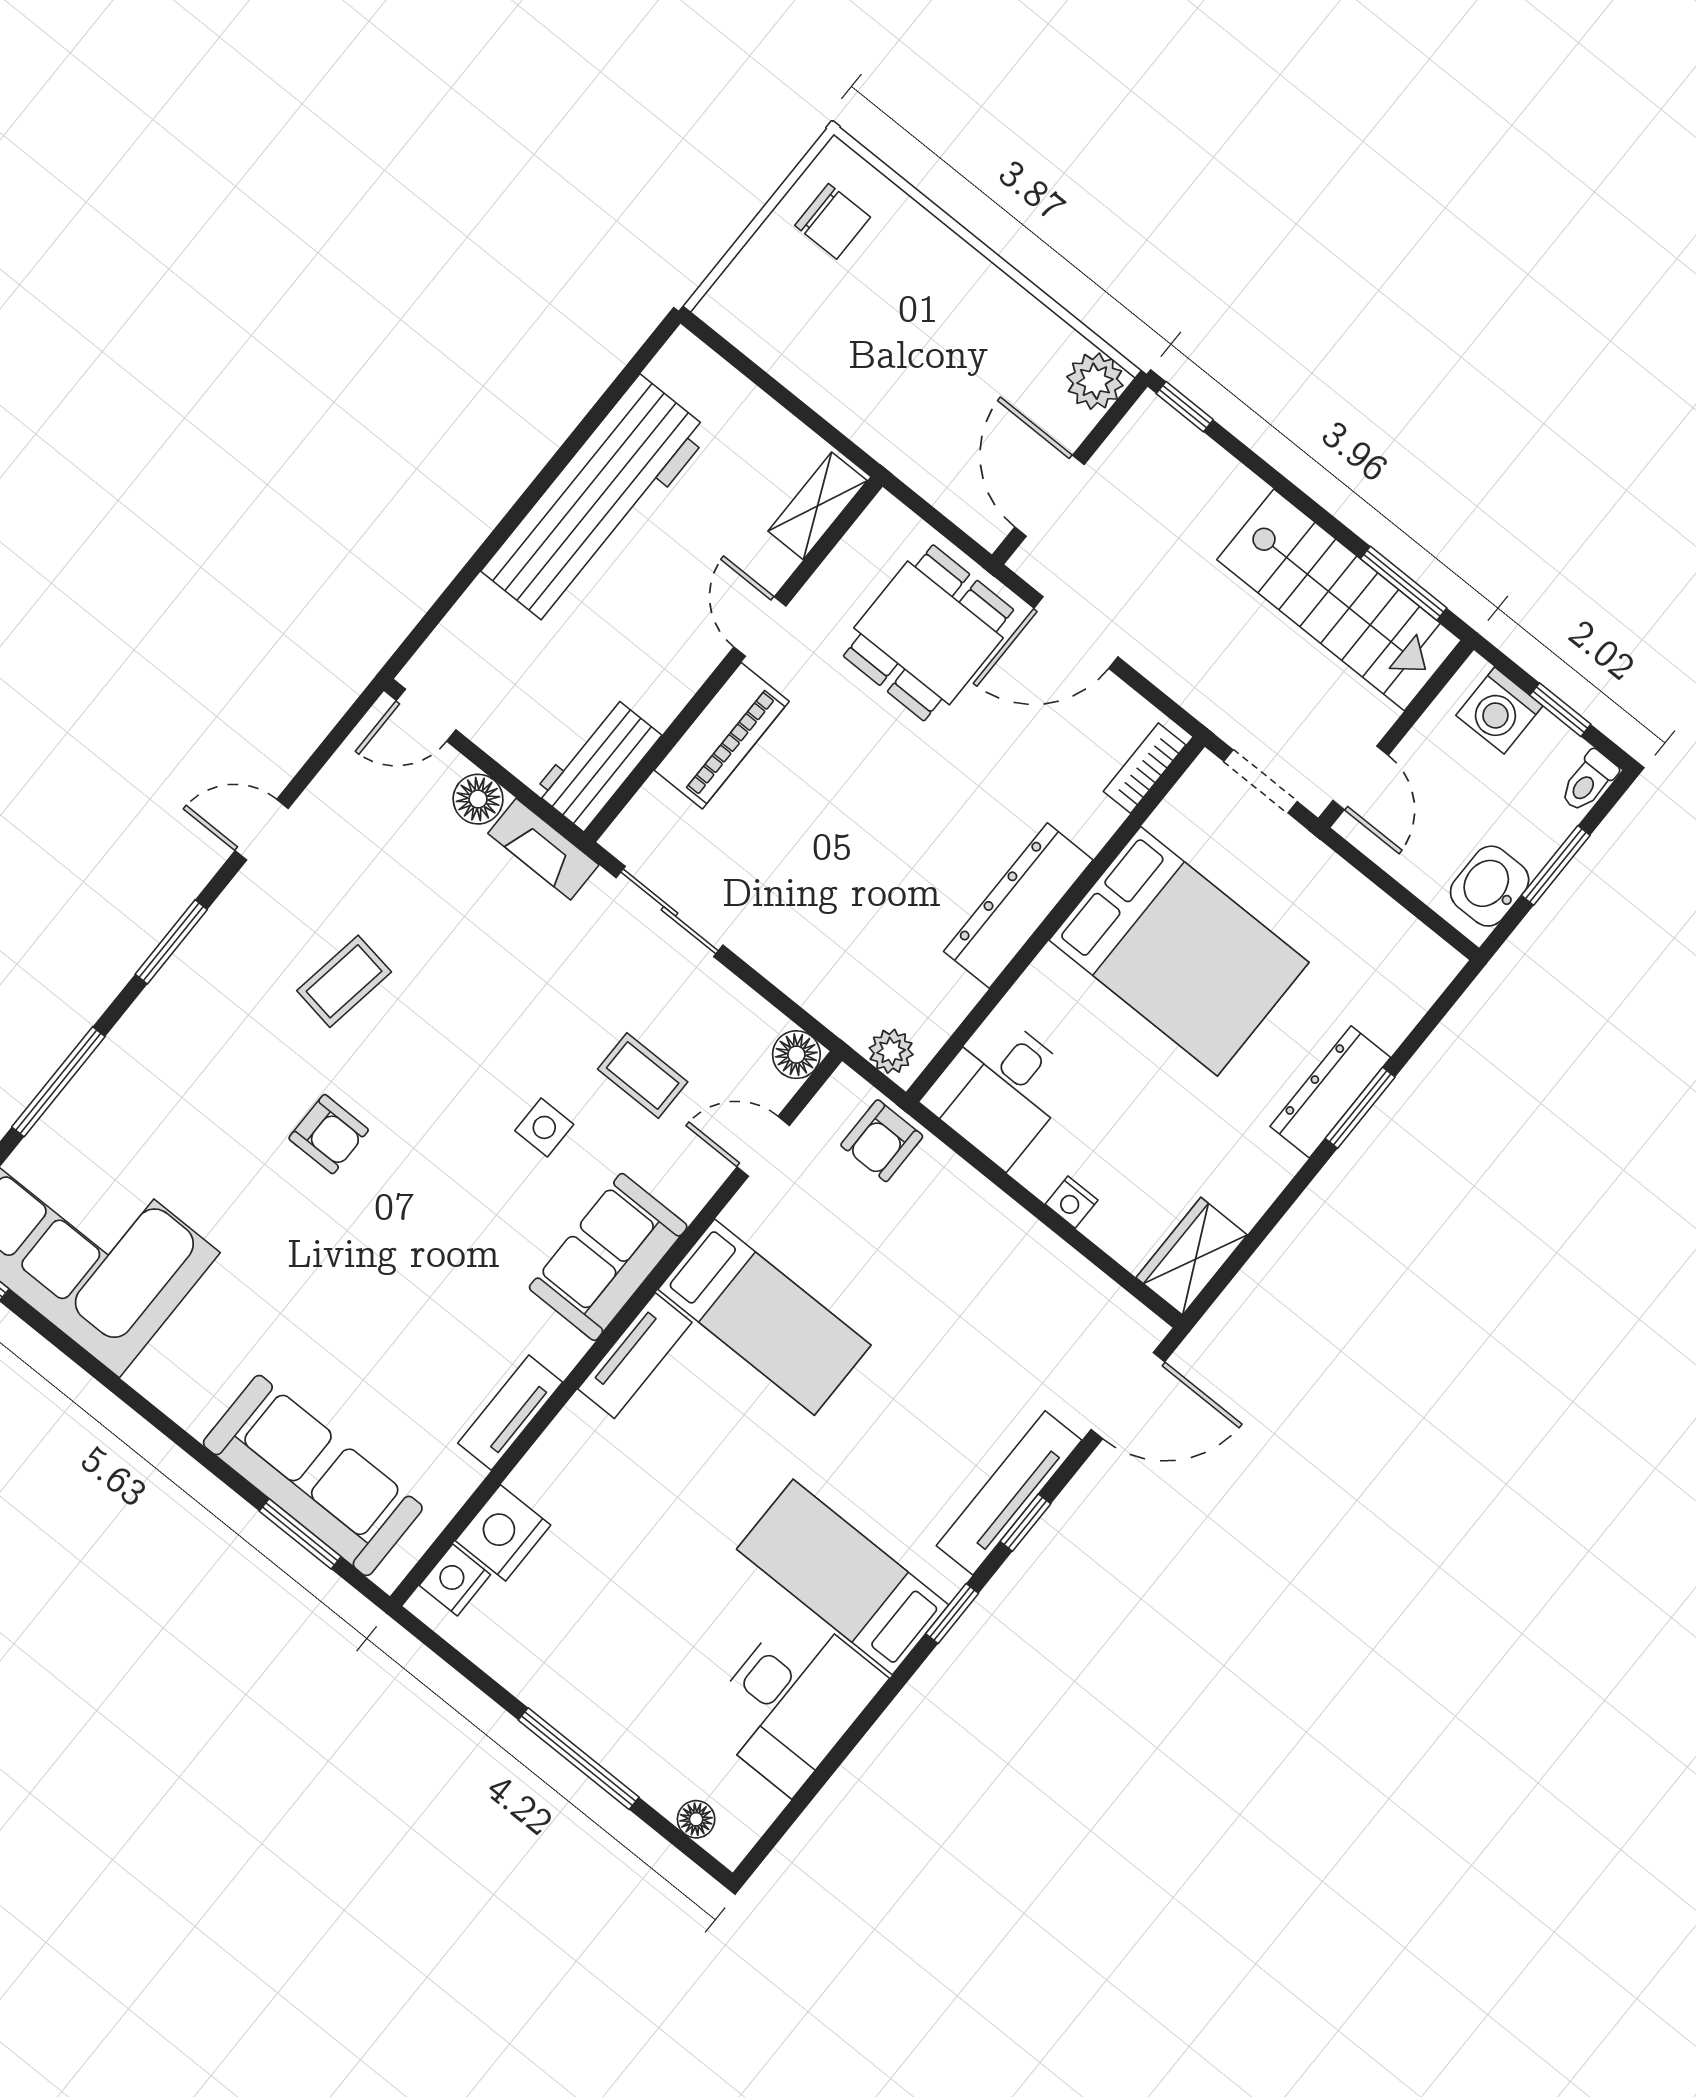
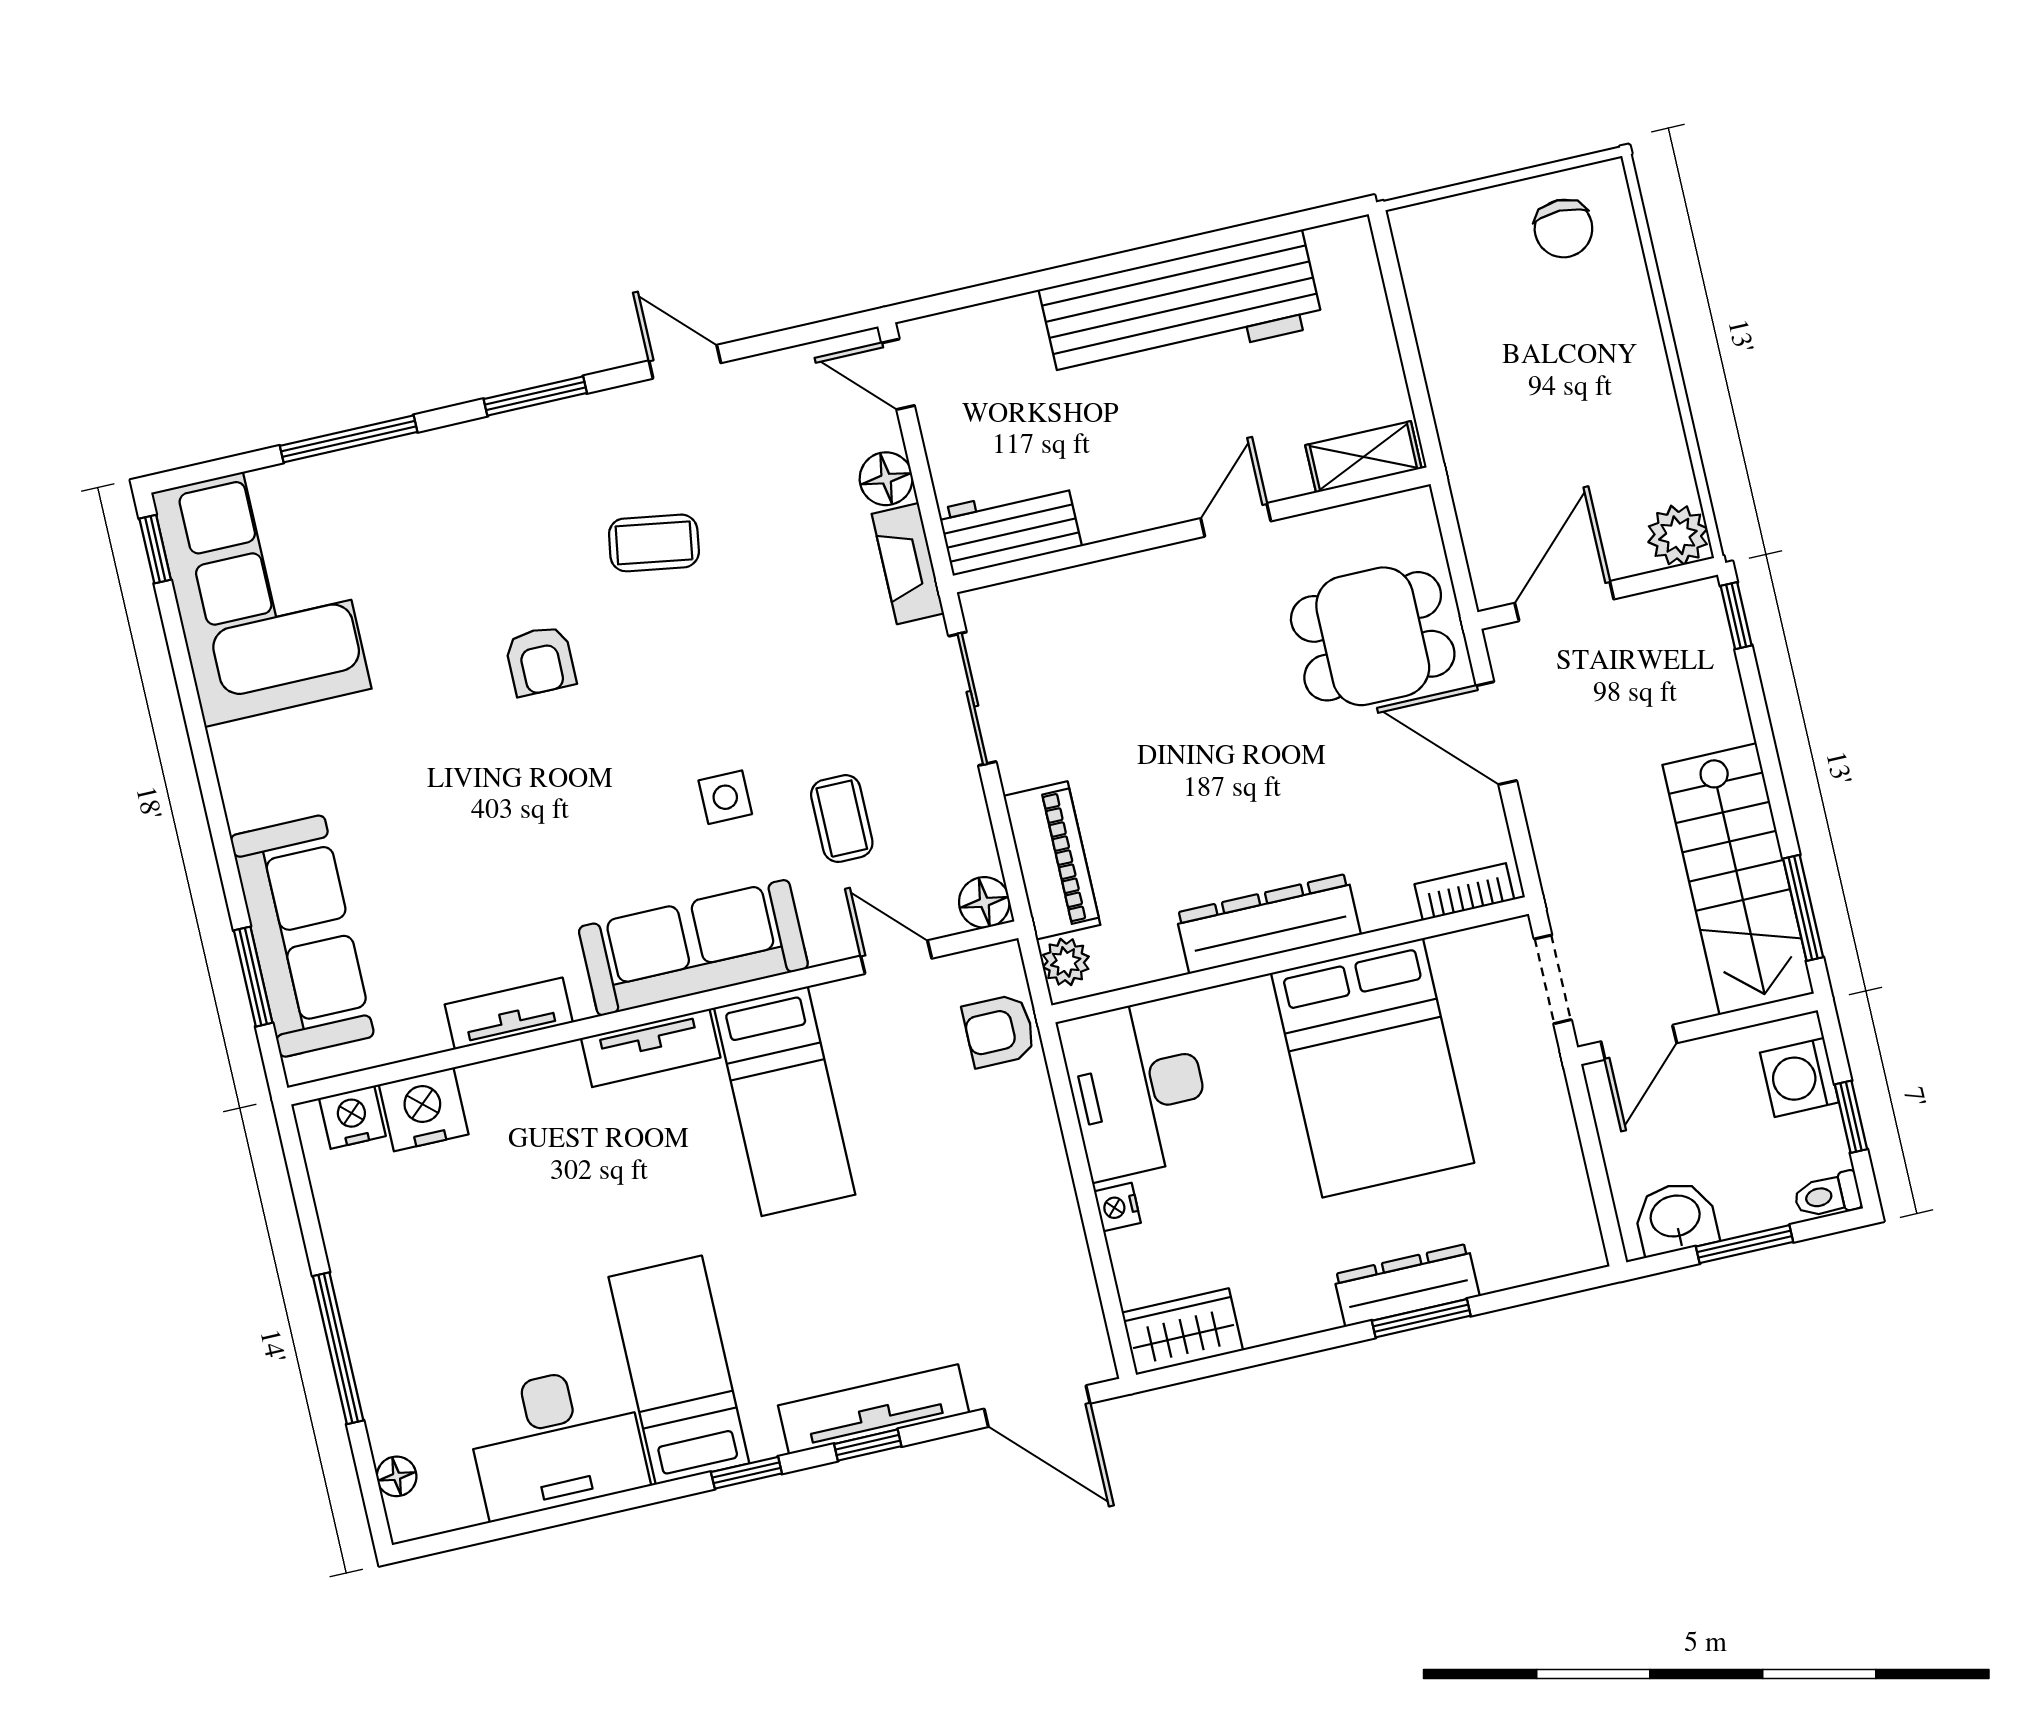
piano: (722, 736) -> (1052, 860), moved, turned -90
desk: (1001, 1090) -> (1137, 1088), width x1.37
sofa: (608, 1257) -> (693, 948), width x1.36

